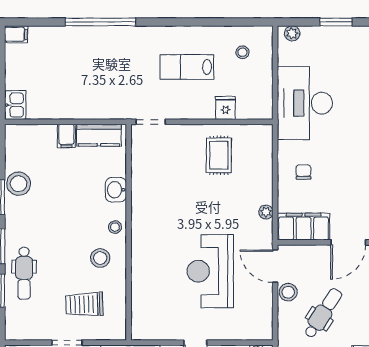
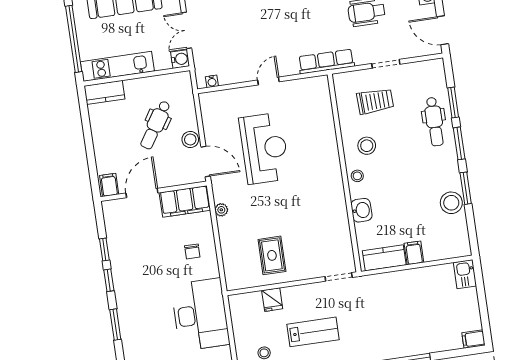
dental chair: (24, 273) -> (434, 122), turned 180

